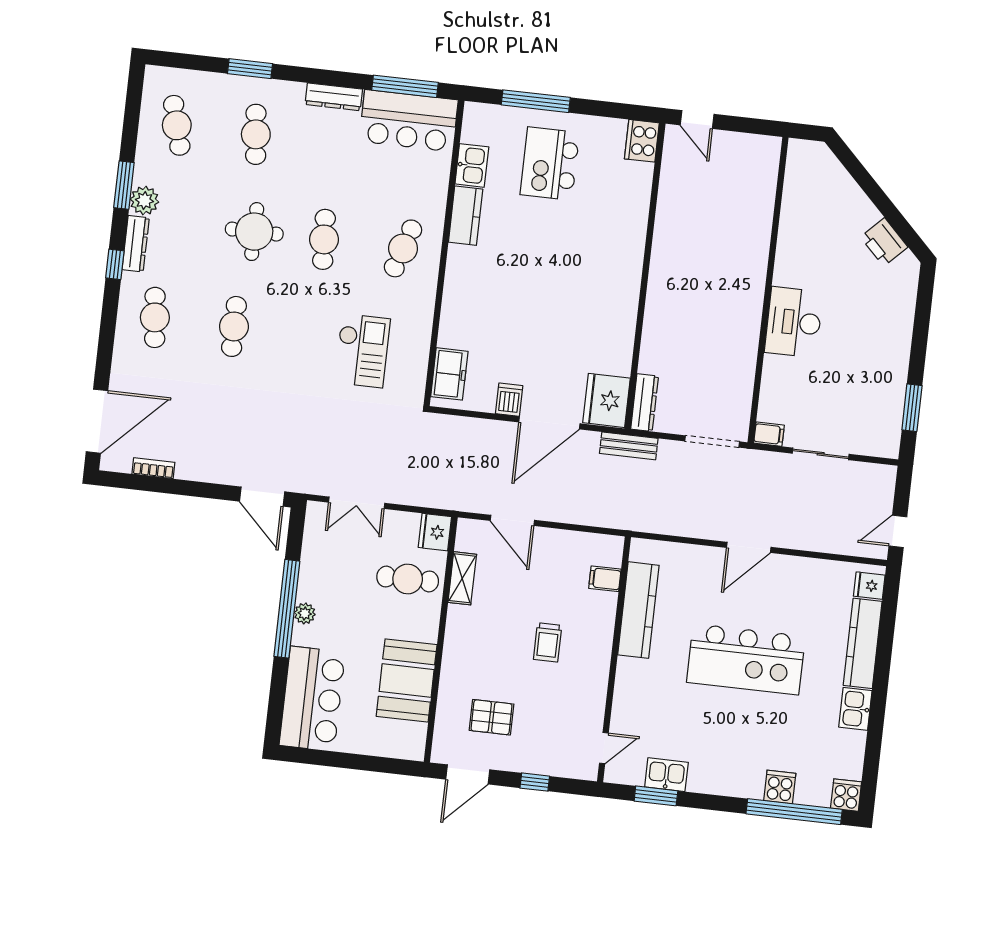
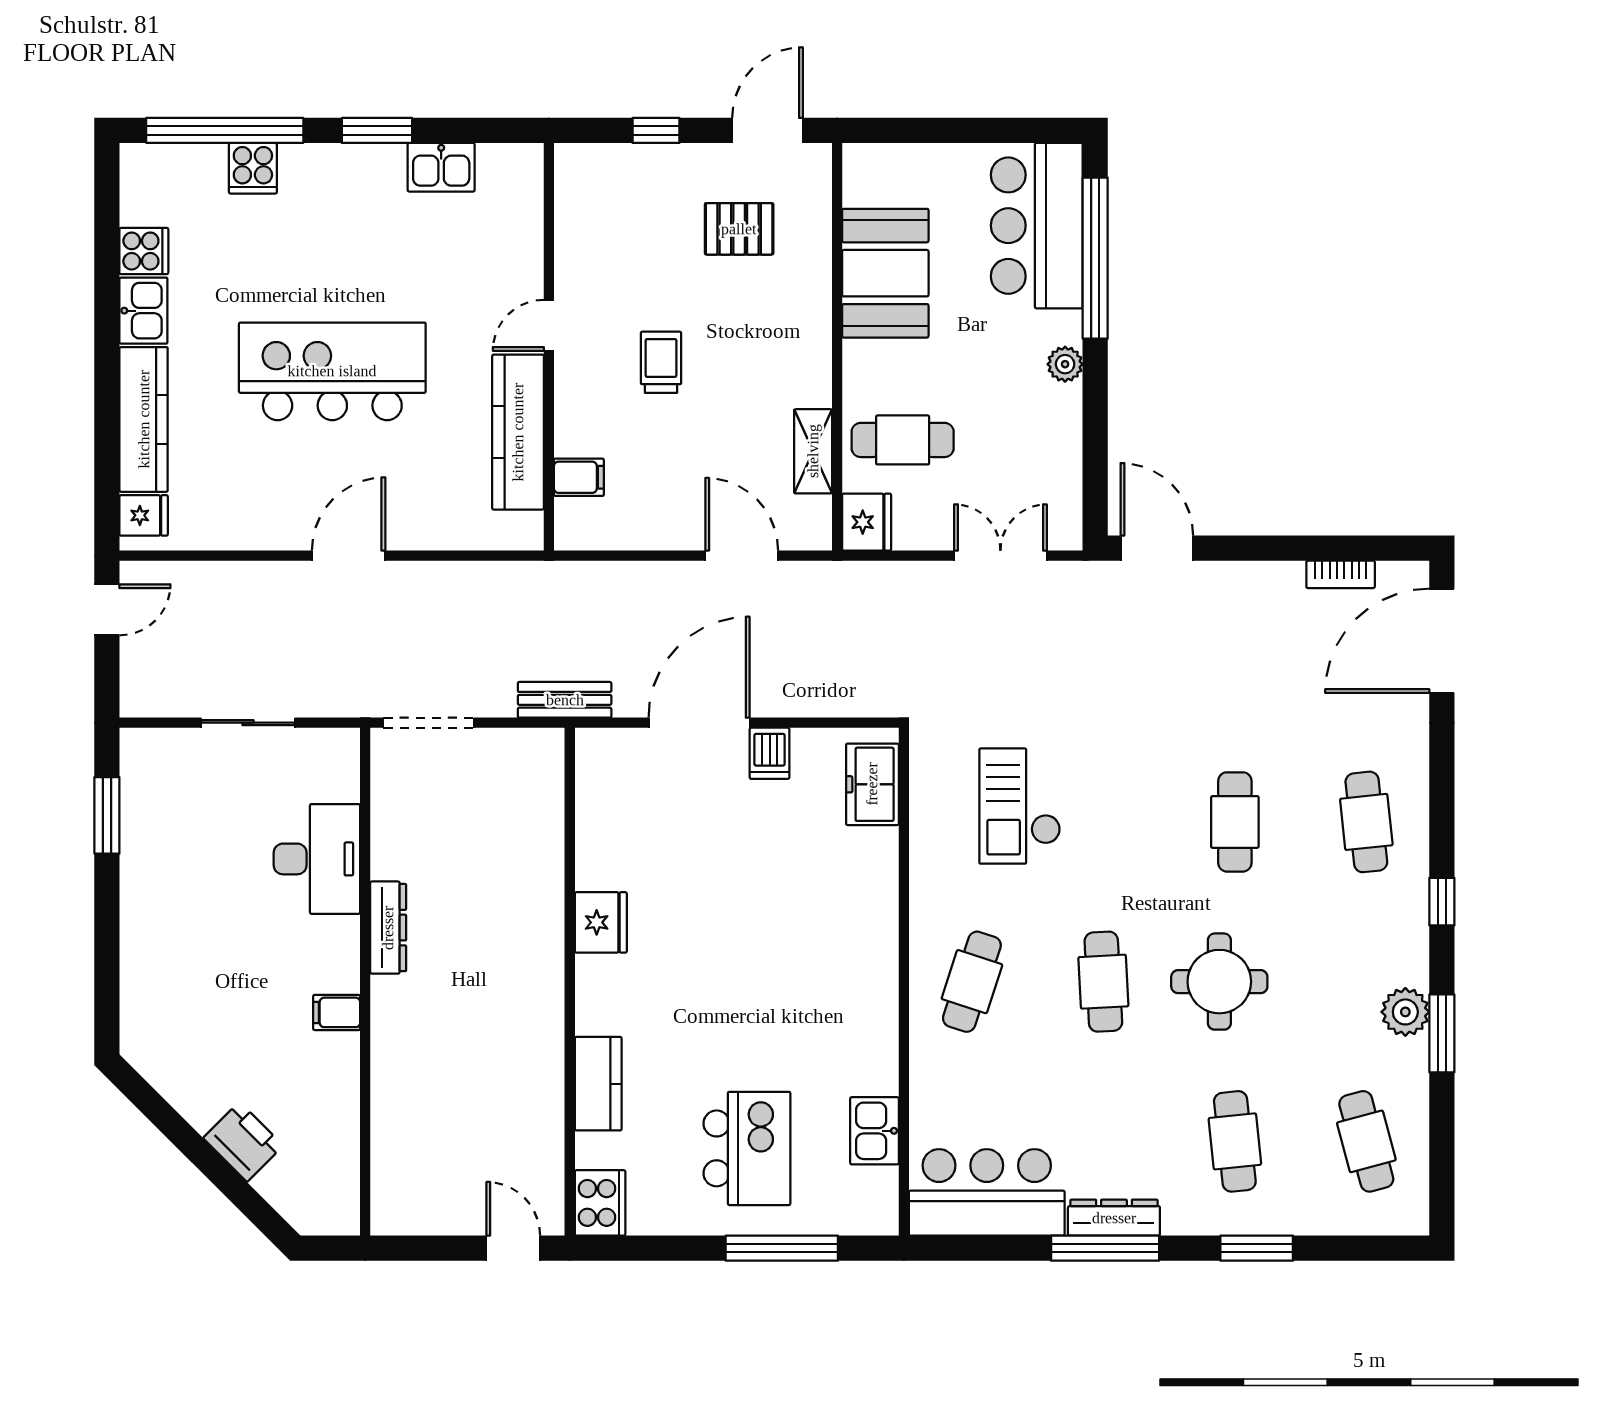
window: (405, 86) -> (1105, 1248), moved
kitchen counter: (466, 216) -> (598, 1084), moved, turned 180
printer: (884, 242) -> (243, 1142), moved
dresser: (136, 244) -> (1412, 940), removed
desk: (794, 322) -> (317, 859), moved
fridge: (606, 400) -> (601, 922), moved, width x0.73, depth x0.75
dresser: (645, 403) -> (388, 928), moved, turned 180
filing cabinet: (769, 434) -> (337, 1012), moved
window: (287, 609) -> (1095, 258), moved
door: (604, 748) -> (549, 325), moved
cooker: (846, 795) -> (144, 251), moved, turned -90
window: (656, 796) -> (377, 130), moved

